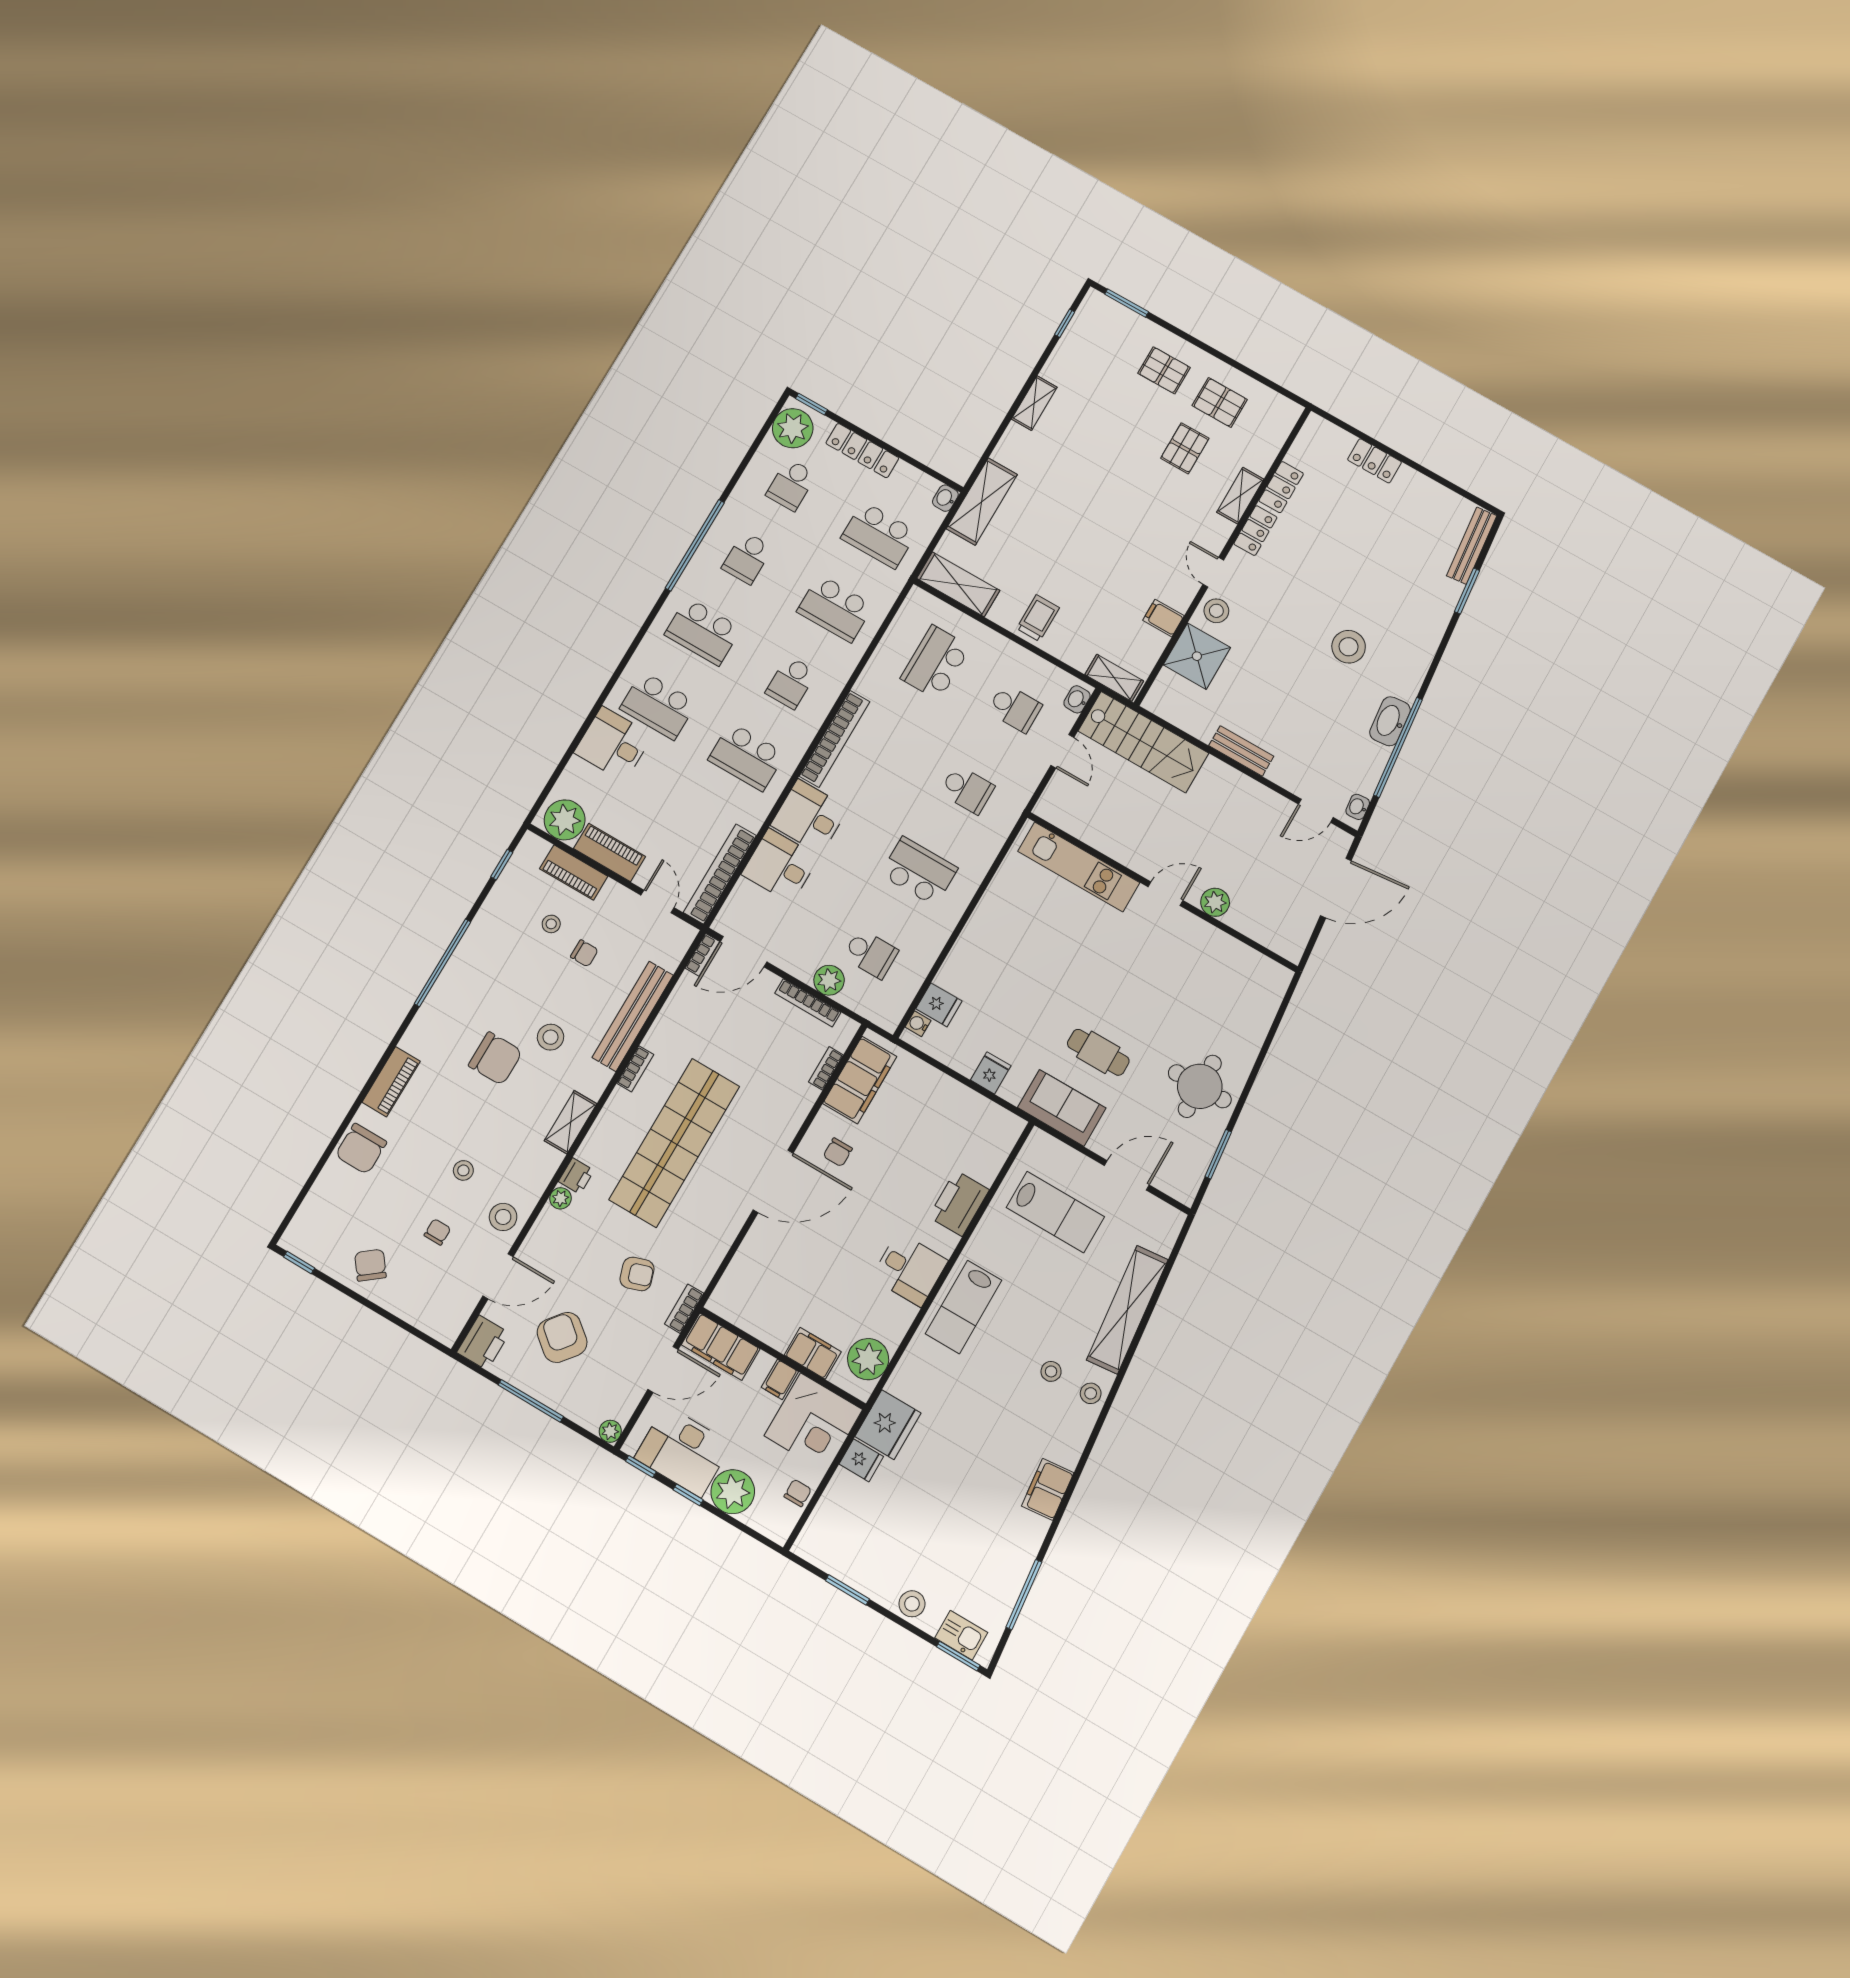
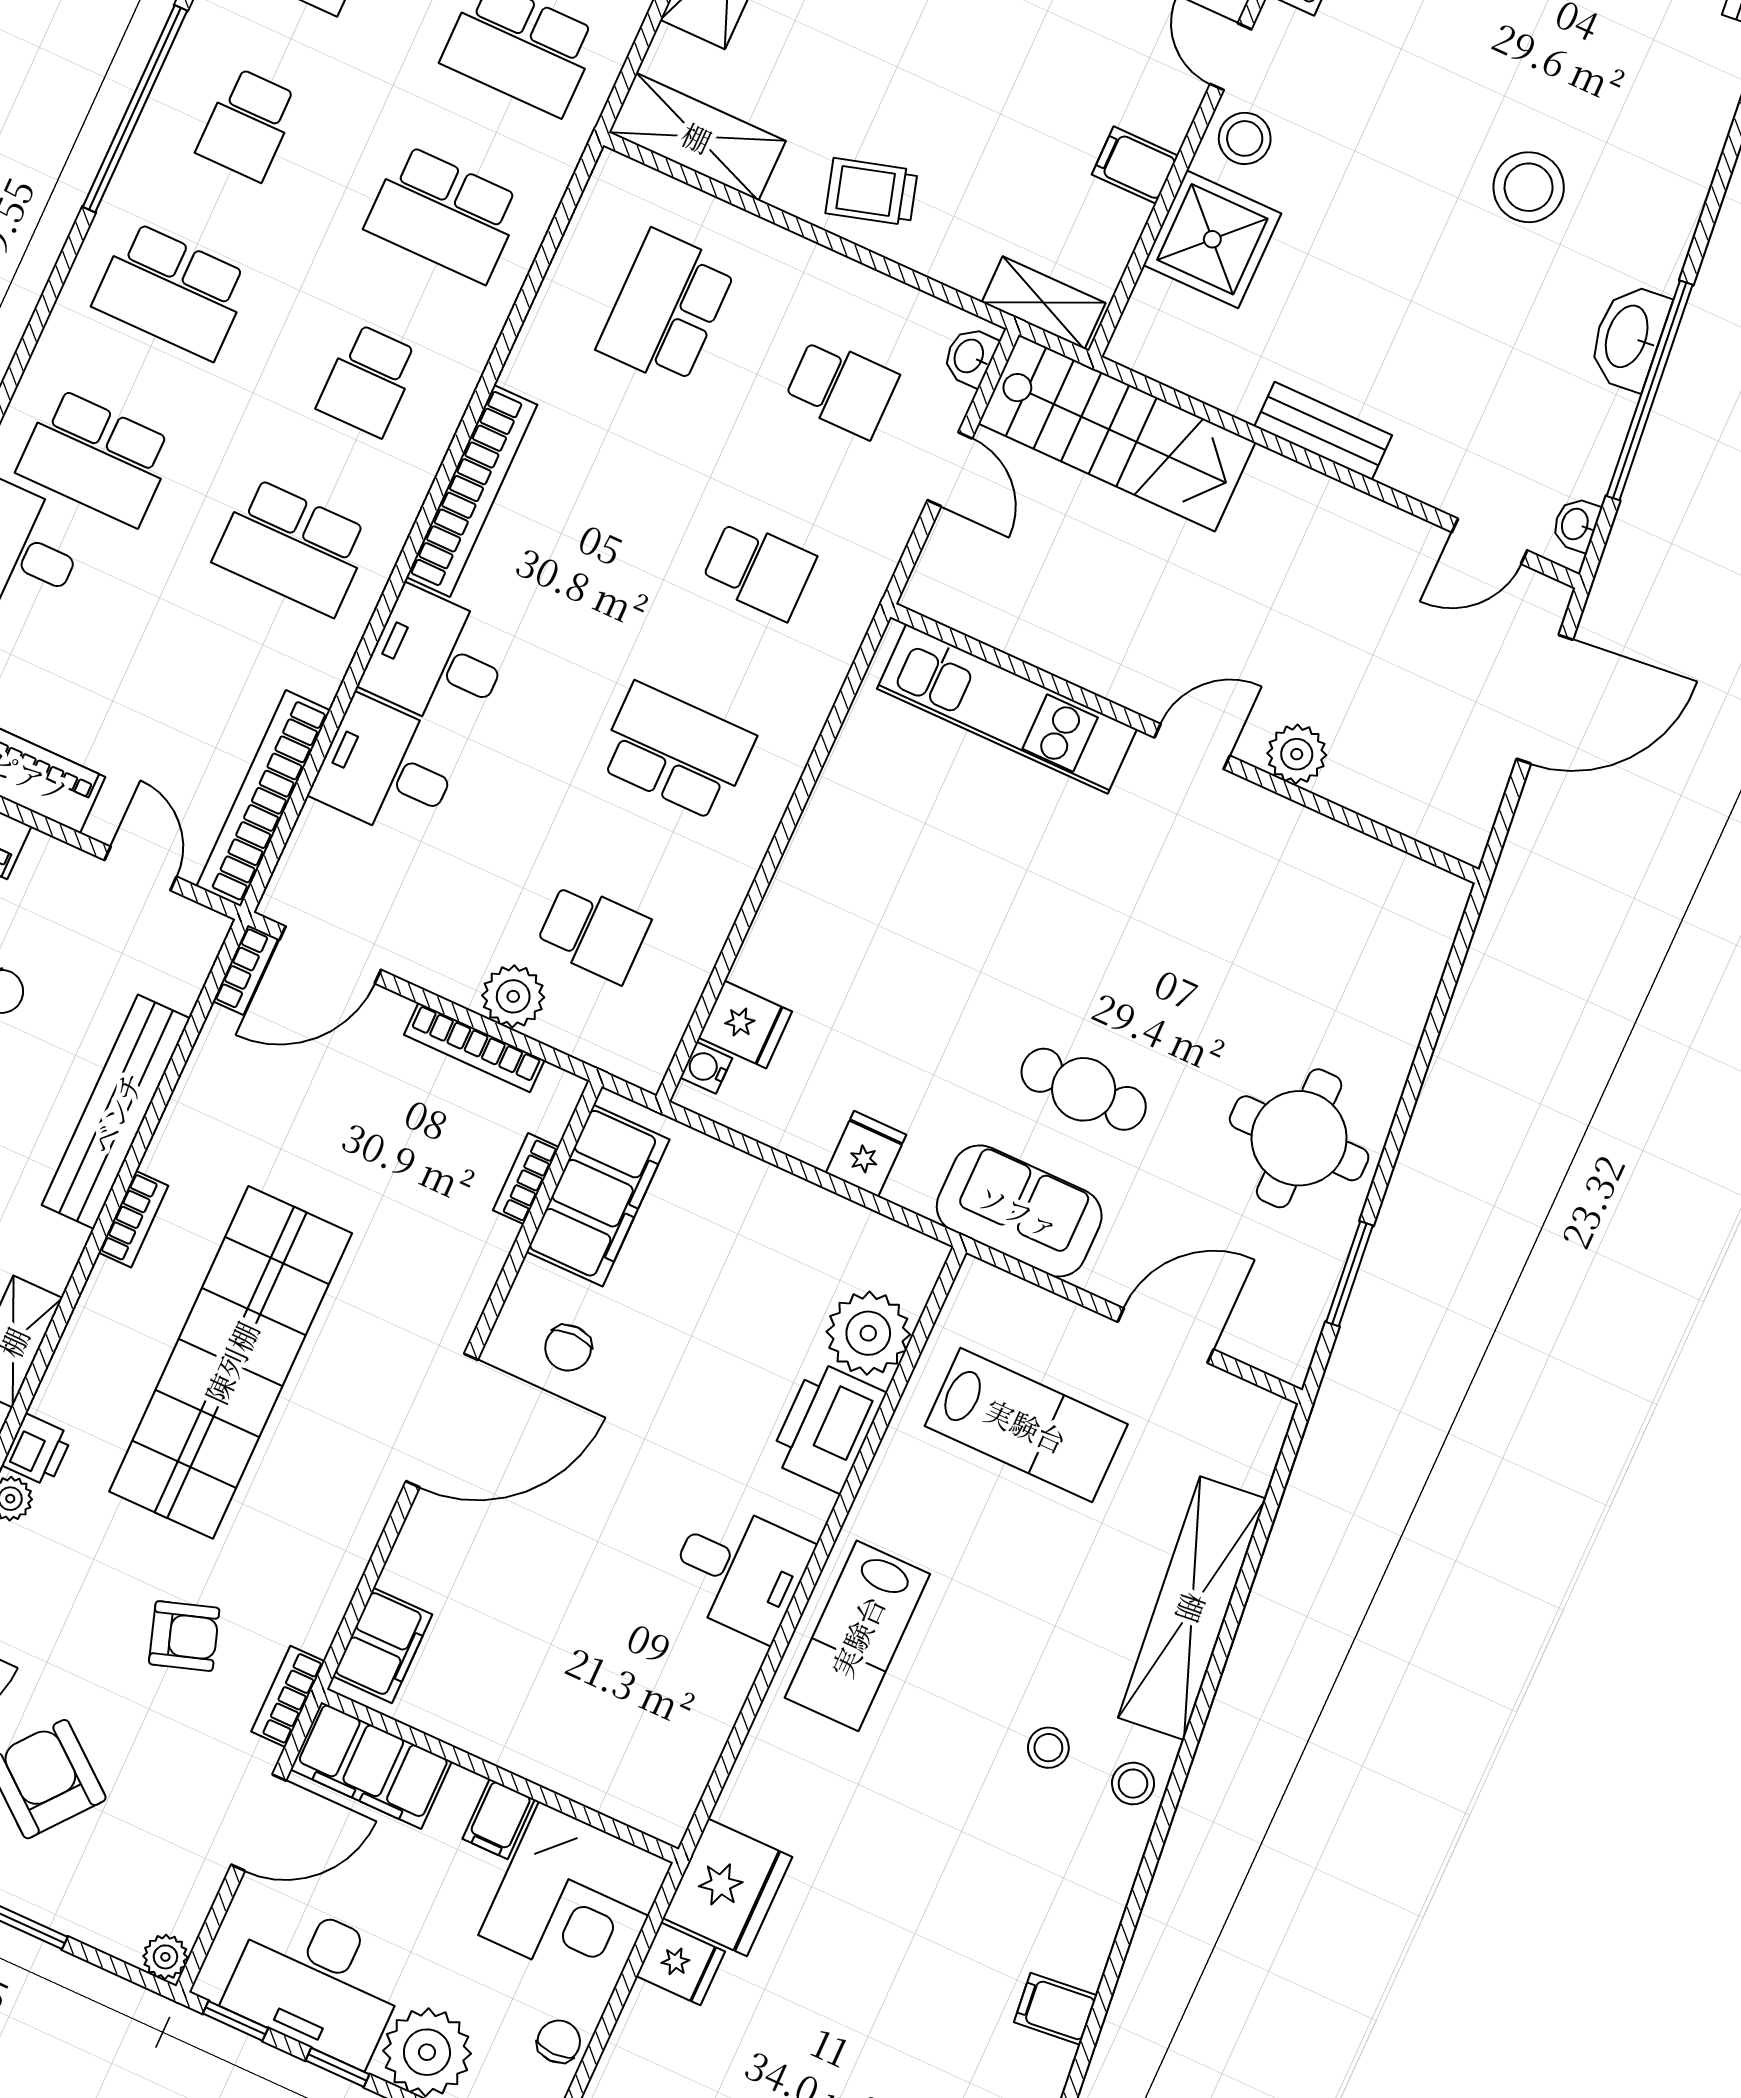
trolley: (1038, 618) -> (872, 192), turned -106
filing cabinet: (813, 1353) -> (383, 1645), moved, turned 90
plant: (868, 1359) -> (868, 1333), moved
filing cabinet: (1048, 1489) -> (1055, 2009), width x0.50

